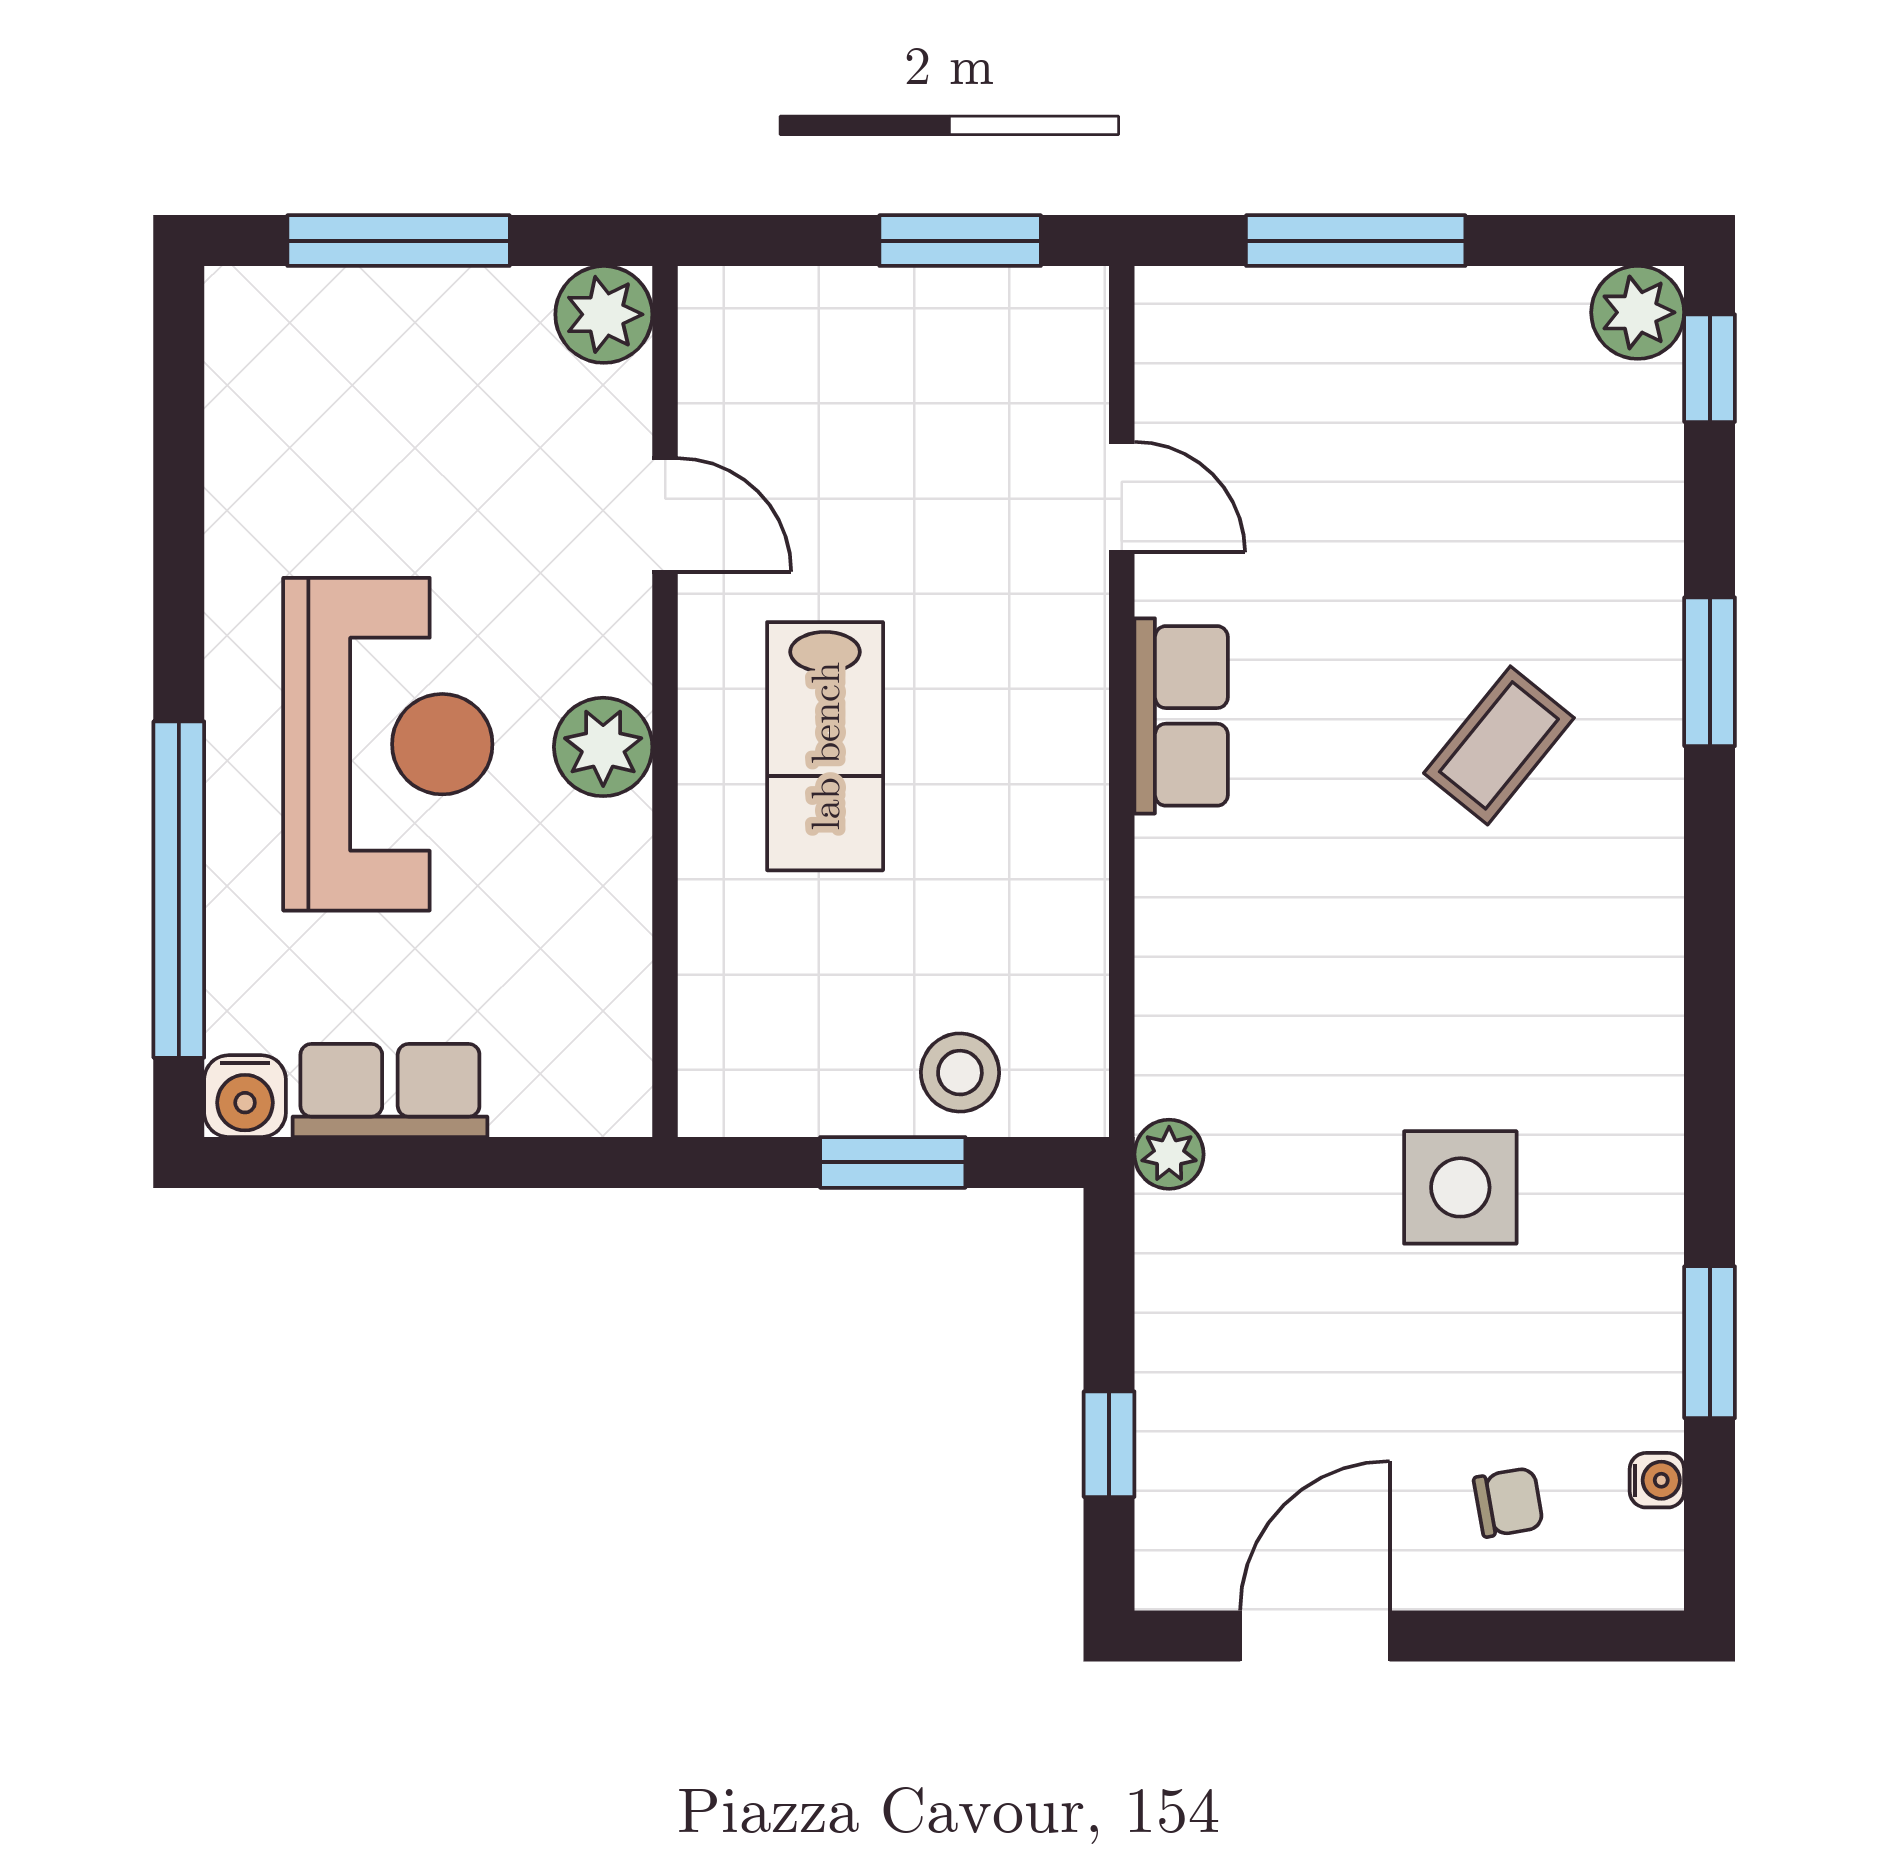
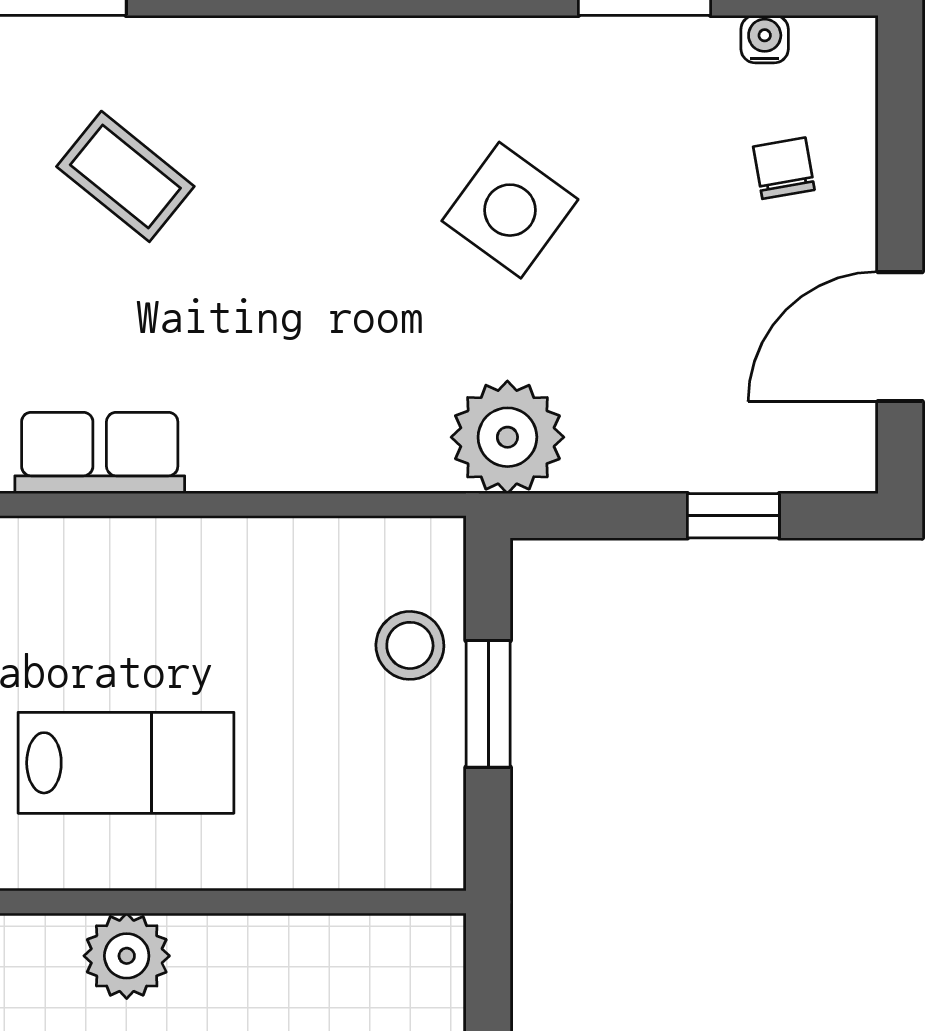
plant: (1169, 1154) -> (507, 437), width x1.88, depth x1.88
side table: (1460, 1187) -> (510, 210), turned 36
door: (1315, 1636) -> (900, 337), hinge flipped

